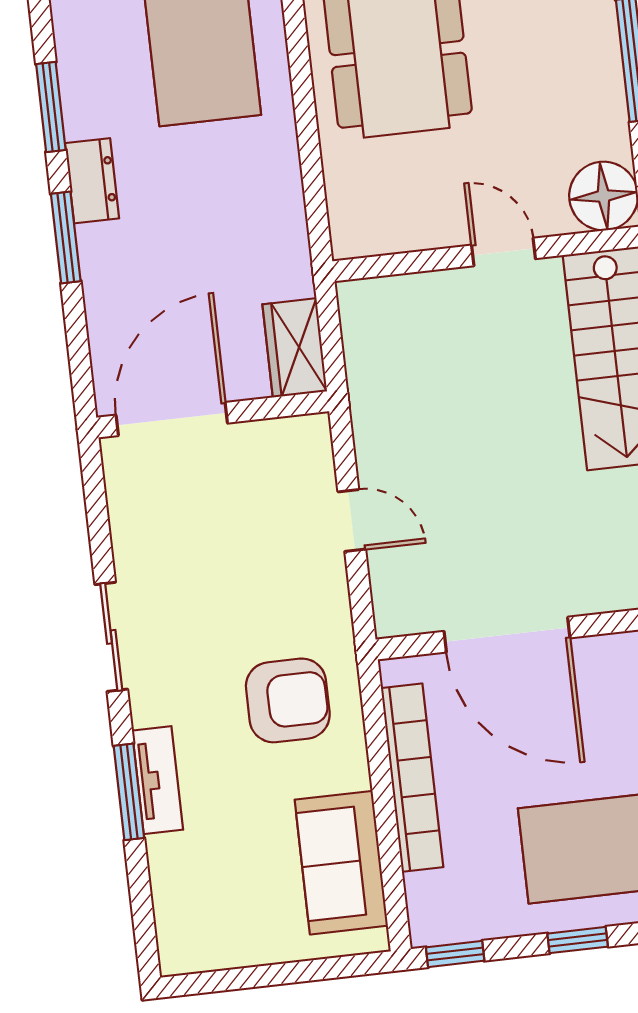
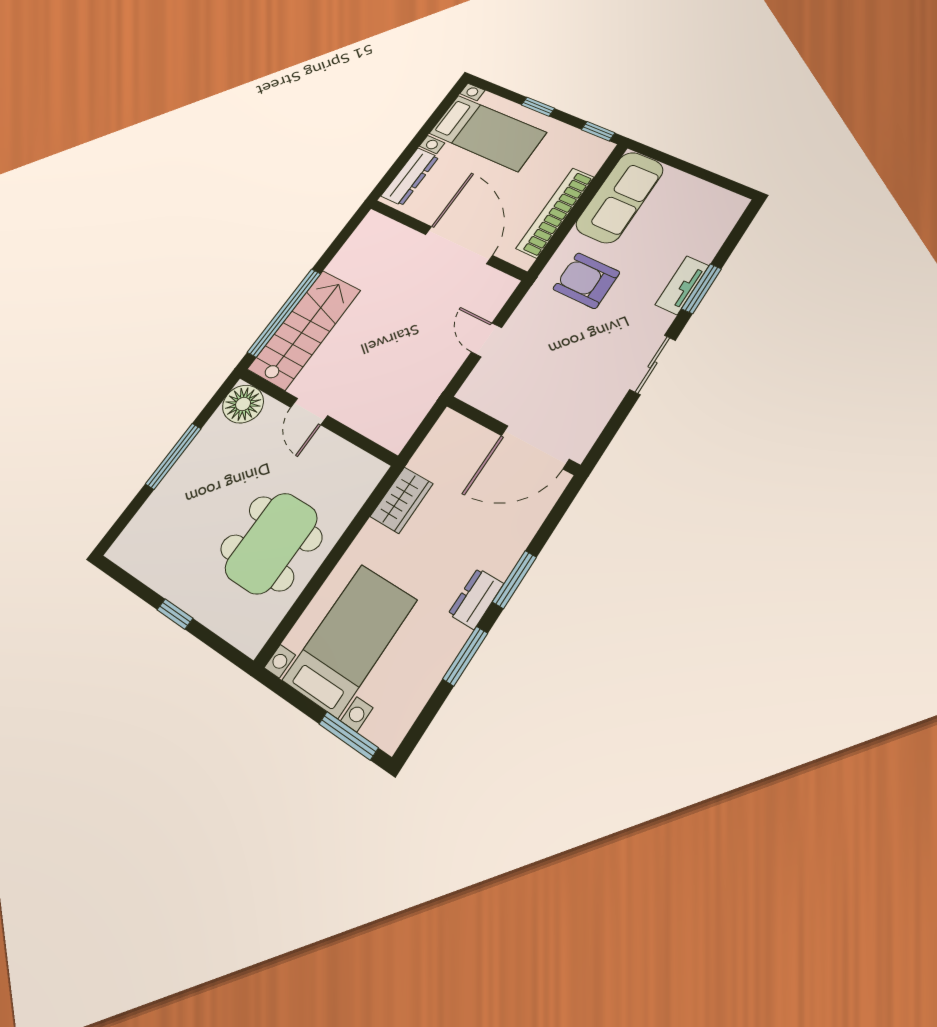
wardrobe: (295, 348) -> (401, 500), moved
sofa: (341, 863) -> (620, 197), width x1.36

